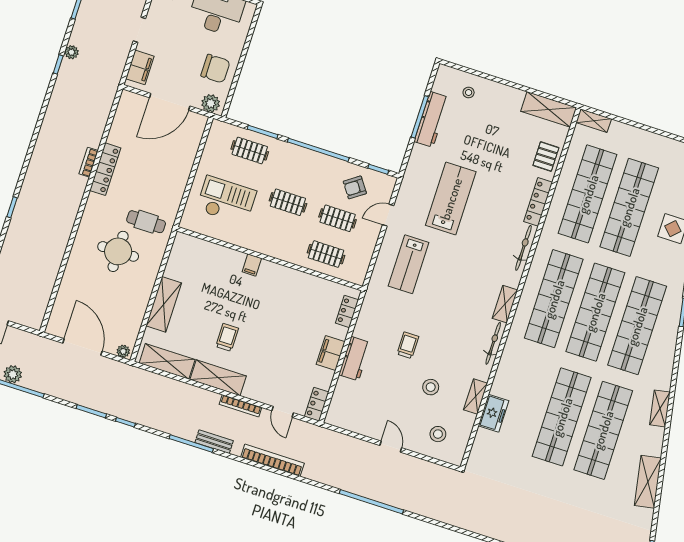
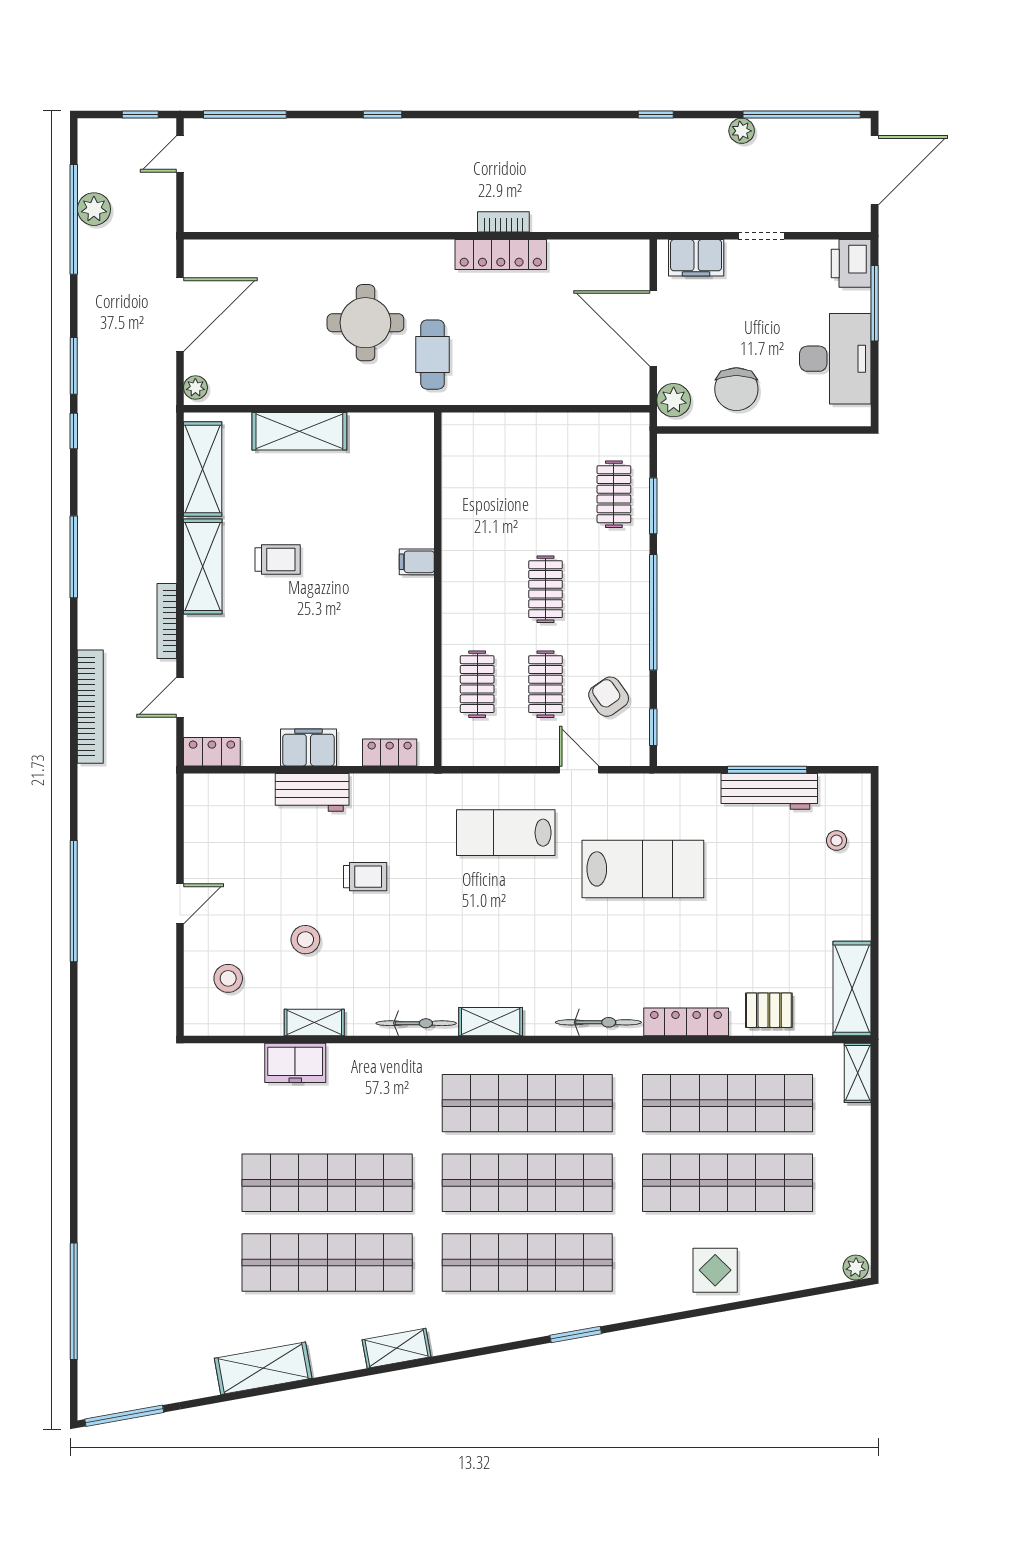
plant: (72, 52) -> (742, 131), moved
checkout: (226, 200) -> (514, 482), removed
bench: (214, 442) -> (90, 595), removed

